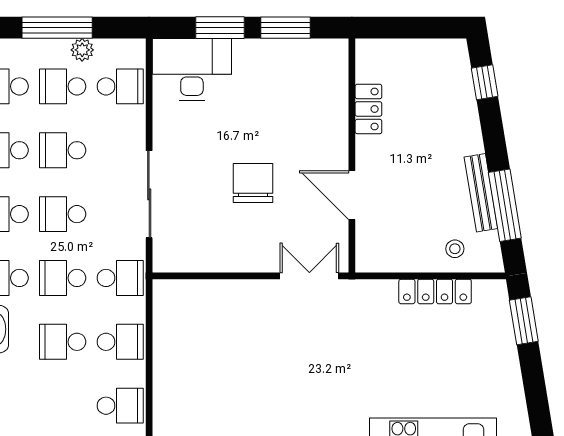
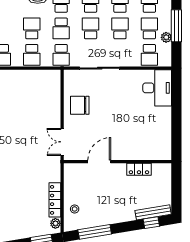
window: (220, 28) -> (176, 101), removed
window: (285, 28) -> (176, 131), removed
chair: (253, 183) -> (80, 105), moved, turned 180
bench: (481, 193) -> (153, 212), moved
double door: (309, 276) -> (62, 142), swing flipped
school desk: (63, 278) -> (61, 28), turned 180
plant: (486, 290) -> (55, 223), added

